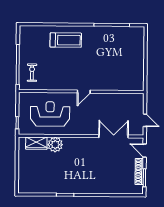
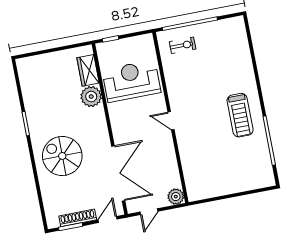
treadmill: (66, 40) -> (240, 115), moved
plant: (138, 99) -> (176, 197), added
reception desk: (50, 114) -> (131, 81), turned -90
double door: (114, 136) -> (118, 173), width x1.36
spiral stairs: (93, 174) -> (62, 156), added

